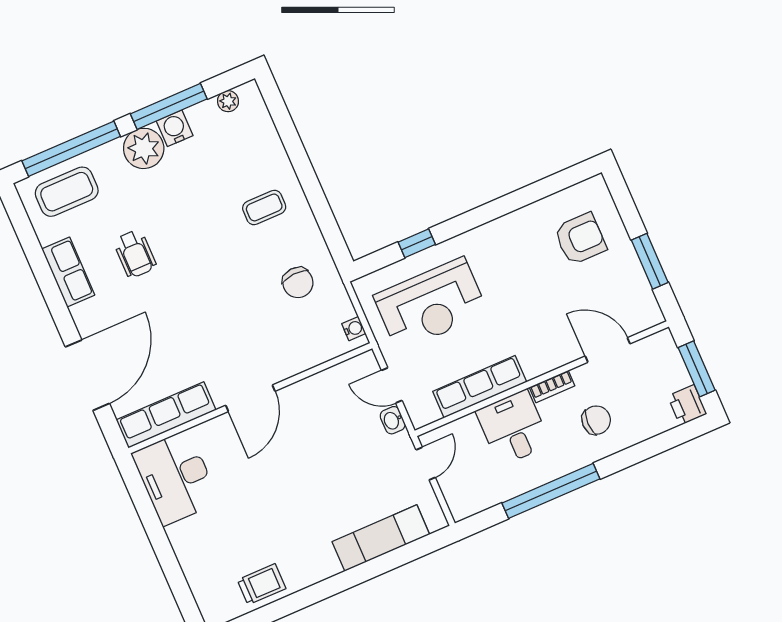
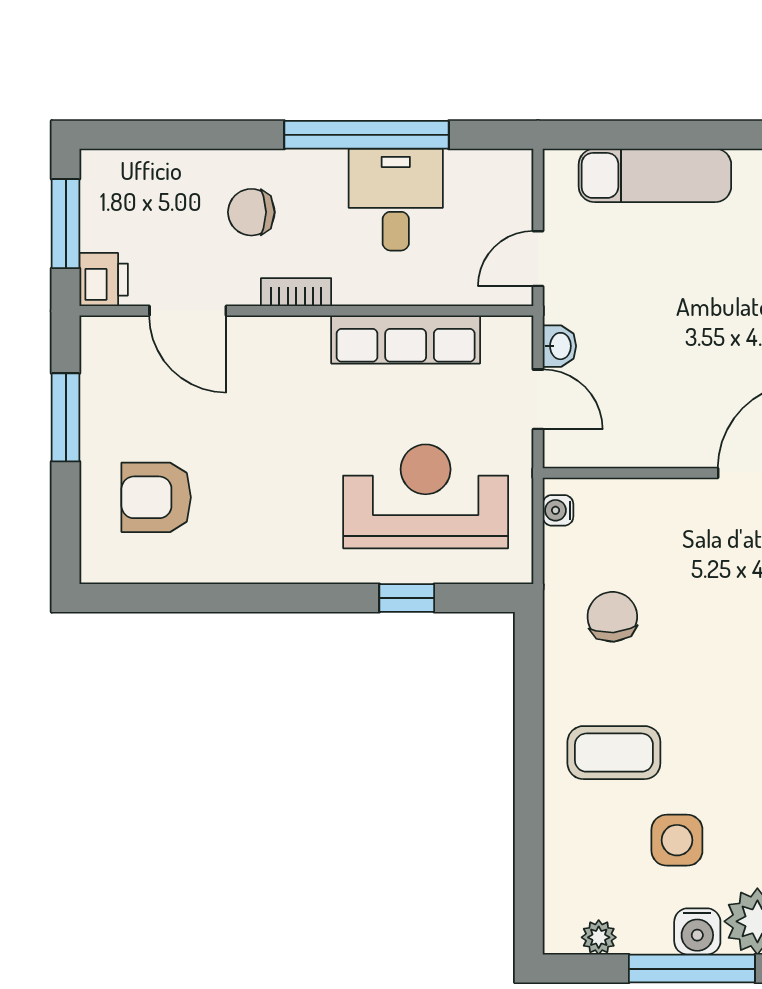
side table: (208, 174) -> (677, 840), added
coffee table: (264, 207) -> (614, 753), width x1.36, depth x1.30
printer: (687, 405) -> (104, 280), moved
desk: (513, 428) -> (396, 200), moved, turned 180

